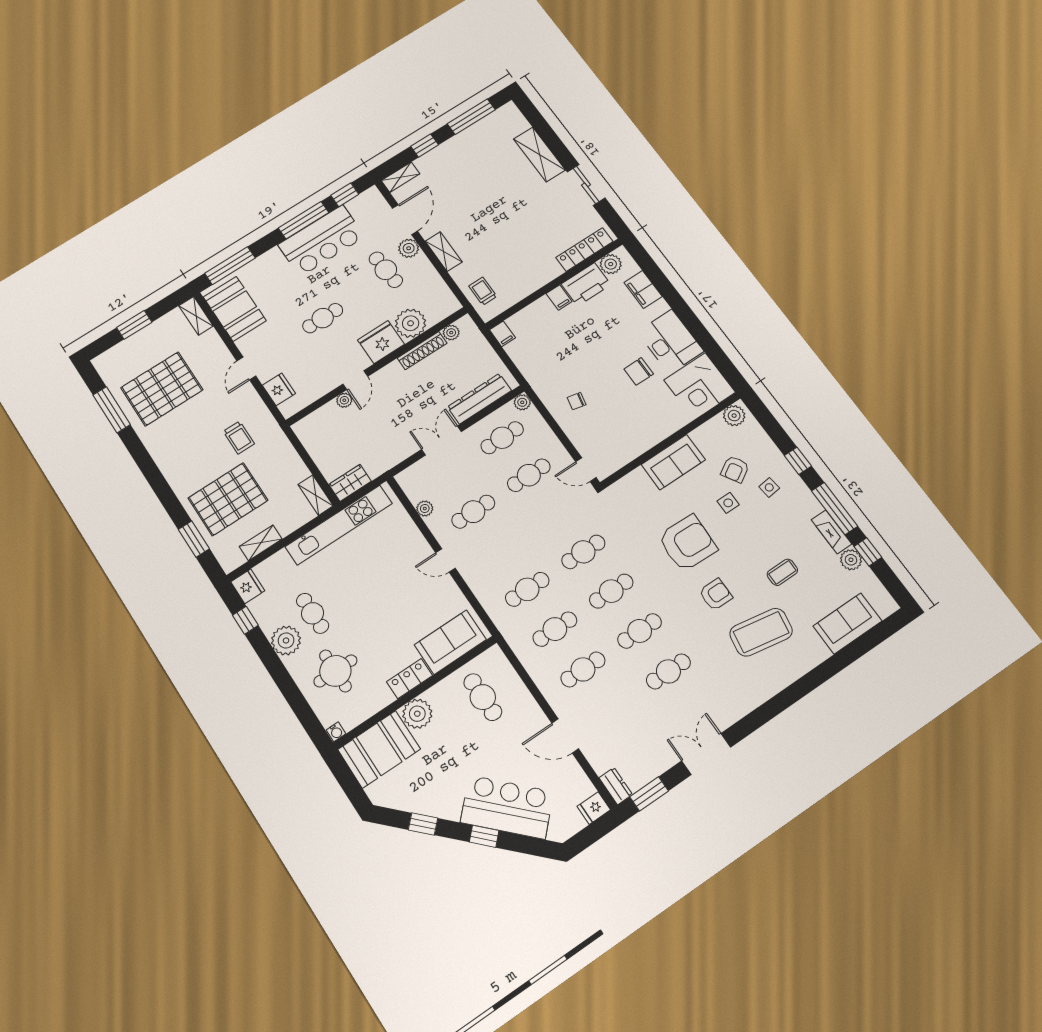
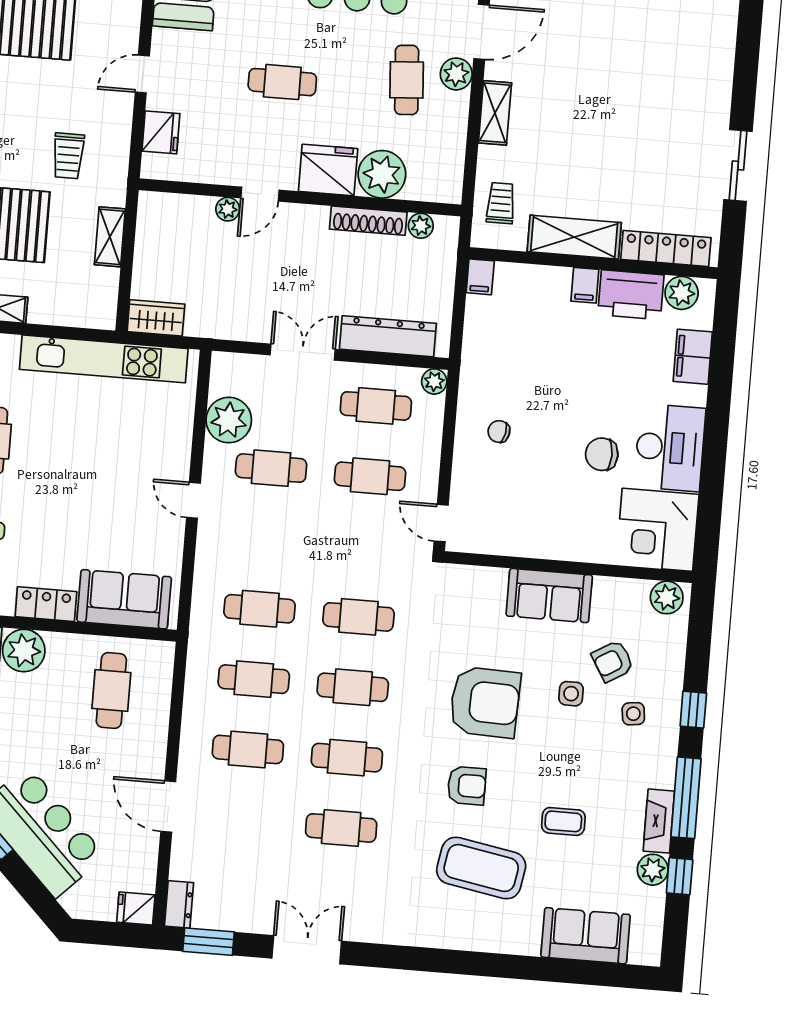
shelving: (539, 155) -> (574, 237), moved, turned 90
shelving: (316, 495) -> (110, 237), moved
plant: (425, 509) -> (229, 420), width x1.87, depth x1.87

